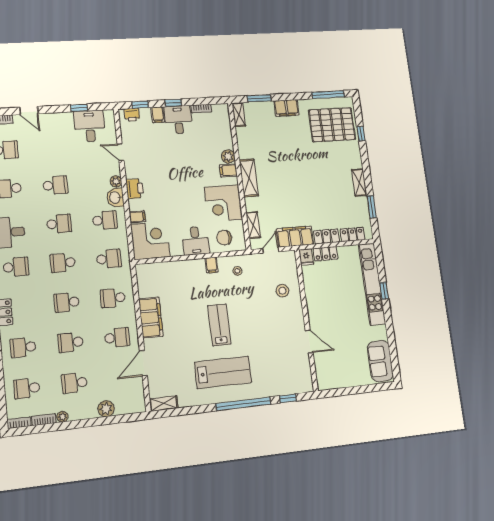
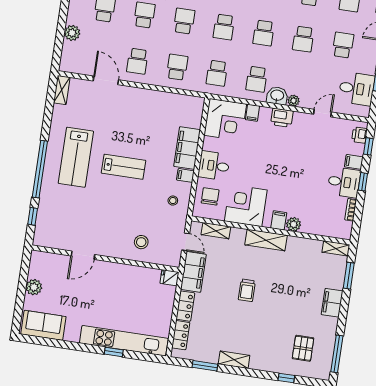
pallet: (332, 125) -> (303, 348), width x0.49, depth x0.50
school desk: (52, 147) -> (343, 45), added
trolley: (297, 185) -> (247, 290), added
locker: (326, 254) -> (168, 300), removed
school desk: (63, 263) -> (224, 27), turned 180
filing cabinet: (151, 318) -> (187, 148), moved, turned 90
plant: (350, 379) -> (34, 287), added

